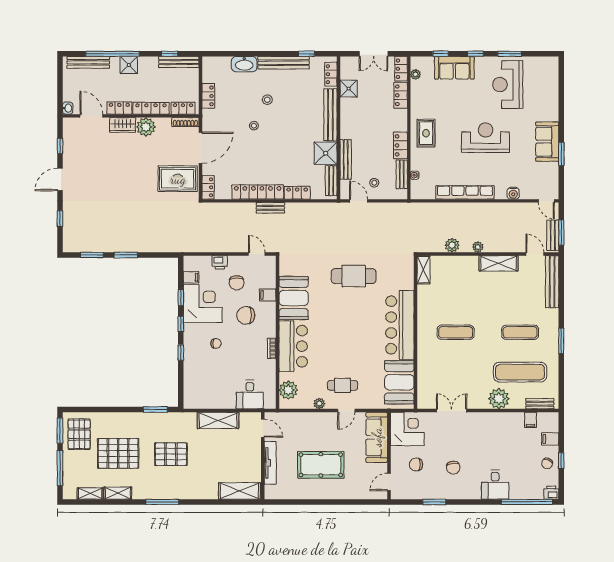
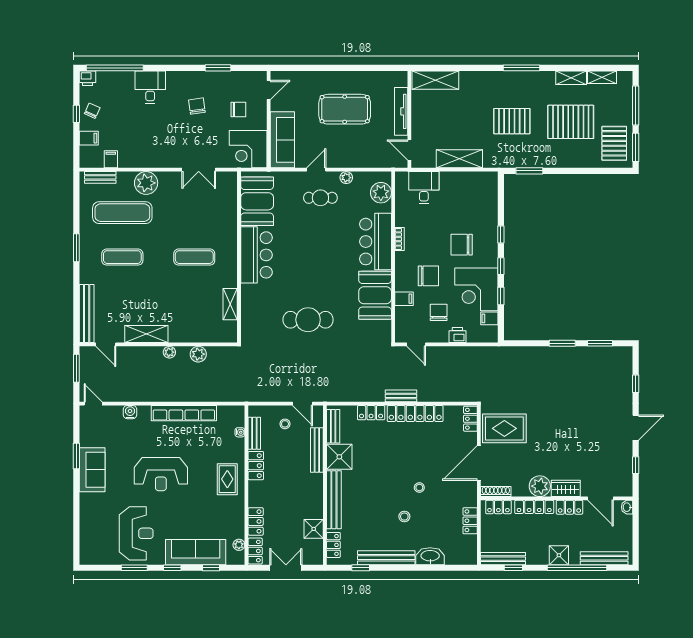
sofa: (454, 68) -> (196, 552), width x1.36
bench: (553, 235) -> (86, 365), removed
shelving: (423, 270) -> (230, 304), moved
bar counter: (400, 325) -> (256, 255), width x0.73
chair: (216, 343) -> (462, 245), width x1.87, depth x1.87

